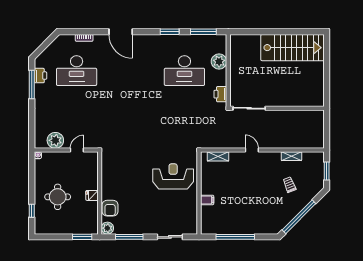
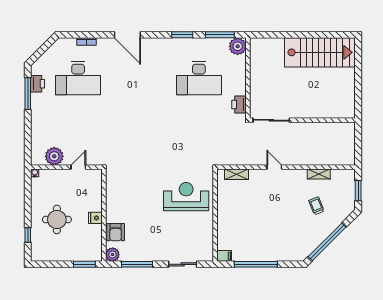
plant: (219, 61) -> (238, 46), moved
filing cabinet: (207, 200) -> (224, 256), moved

